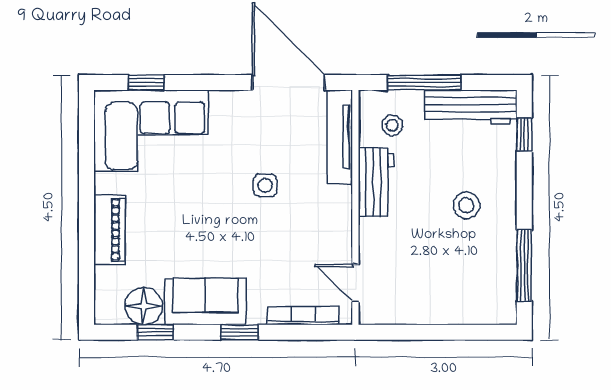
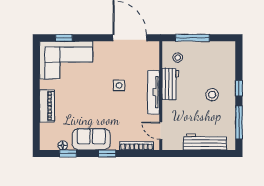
workbench: (471, 107) -> (205, 142), moved, turned 180
window: (524, 134) -> (239, 88), moved
tv unit: (340, 137) -> (153, 92), moved
floor lamp: (144, 306) -> (63, 145), width x0.53, depth x0.53

